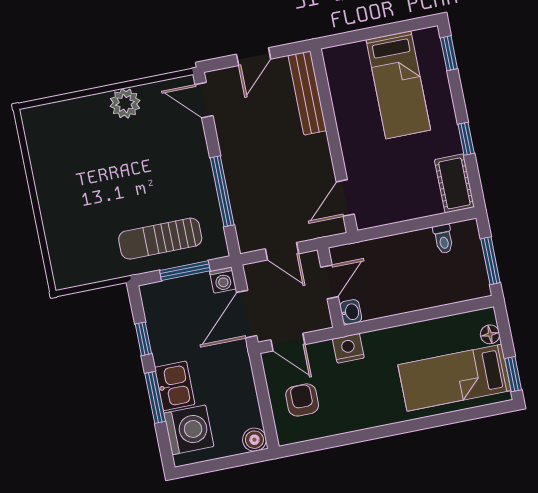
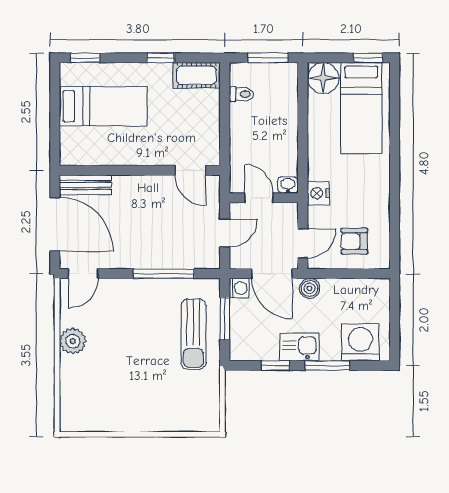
door: (254, 57) -> (55, 224), width x1.87
bench: (307, 93) -> (85, 185), width x0.73
floor lamp: (490, 334) -> (323, 78), width x1.89, depth x1.89
kitchen sink: (175, 386) -> (300, 347), moved
boiler: (254, 440) -> (310, 288), moved

